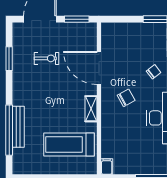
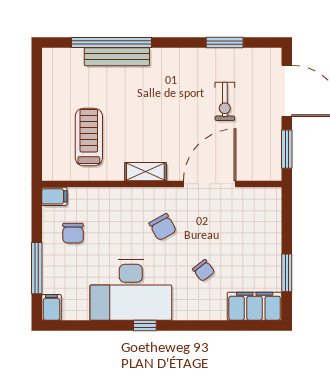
treadmill: (69, 145) -> (89, 137), width x0.73, depth x0.73
chair: (130, 155) -> (73, 233), added

